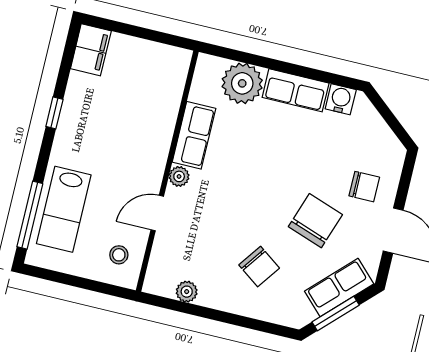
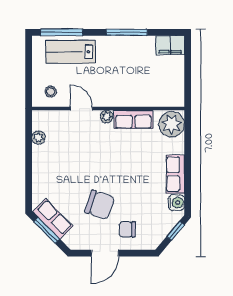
plant: (242, 83) -> (172, 124), moved
window: (385, 111) -> (176, 231), added
window: (54, 113) -> (127, 32), width x2.17
chair: (364, 187) -> (127, 229), turned 90
chair: (259, 267) -> (64, 178), removed
row of seats: (339, 288) -> (53, 219), moved

